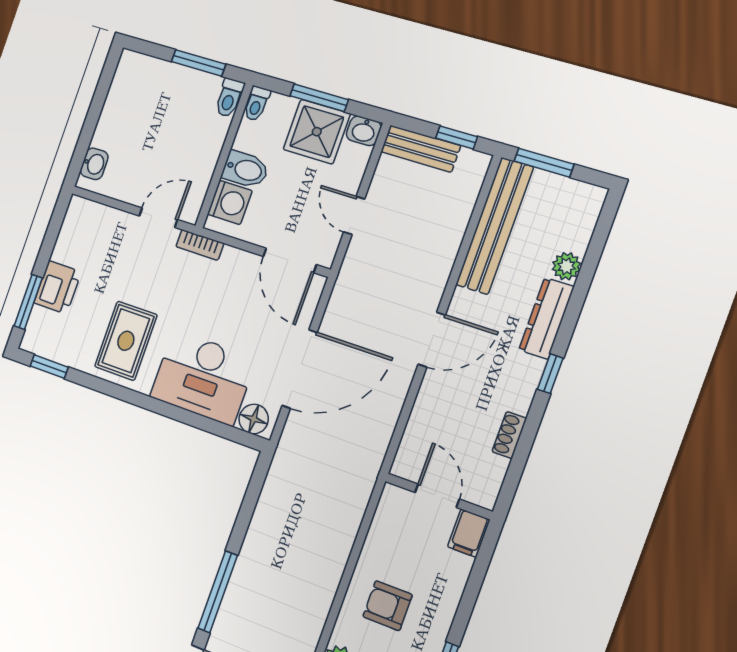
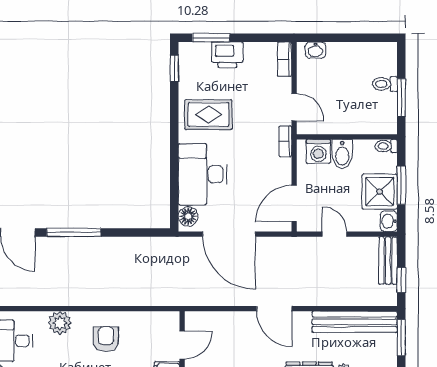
toilet: (229, 98) -> (385, 84), moved
bookcase: (91, 210) -> (285, 59), added
door: (354, 216) -> (335, 234), hinge flipped

